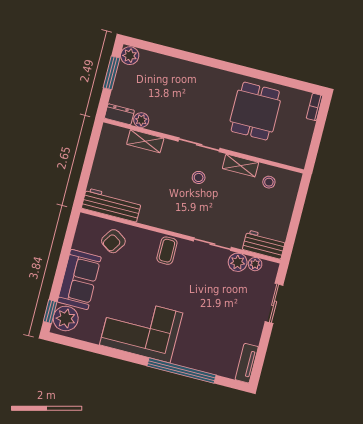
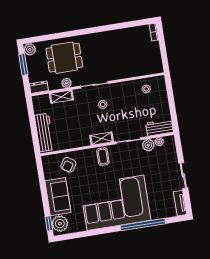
dining table: (255, 111) -> (64, 58), moved, turned 90
plant: (141, 120) -> (66, 83), moved
shelving: (240, 165) -> (102, 139), moved
workbench: (111, 205) -> (44, 132), moved, turned 90
sliding door: (274, 303) -> (183, 175), moved
corner sofa: (141, 329) -> (115, 203), width x1.36, depth x1.36

